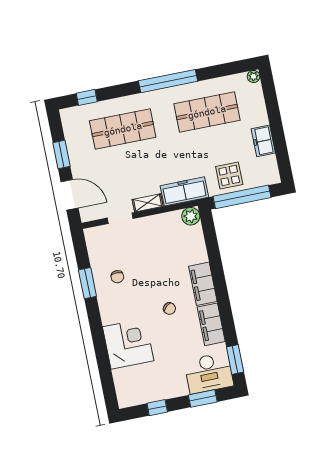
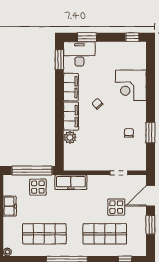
display table: (114, 170) -> (116, 207), added
door: (70, 195) -> (150, 196), hinge flipped
shelving: (148, 203) -> (98, 179), removed
plant: (191, 216) -> (70, 137), moved
window: (157, 408) -> (132, 37), moved

